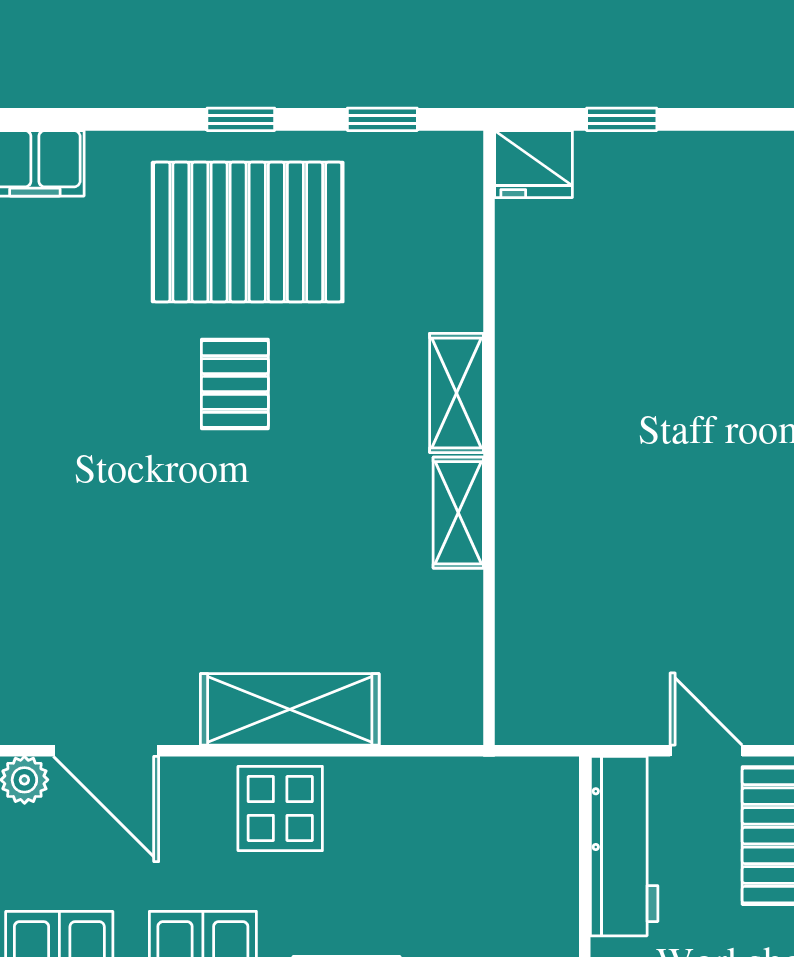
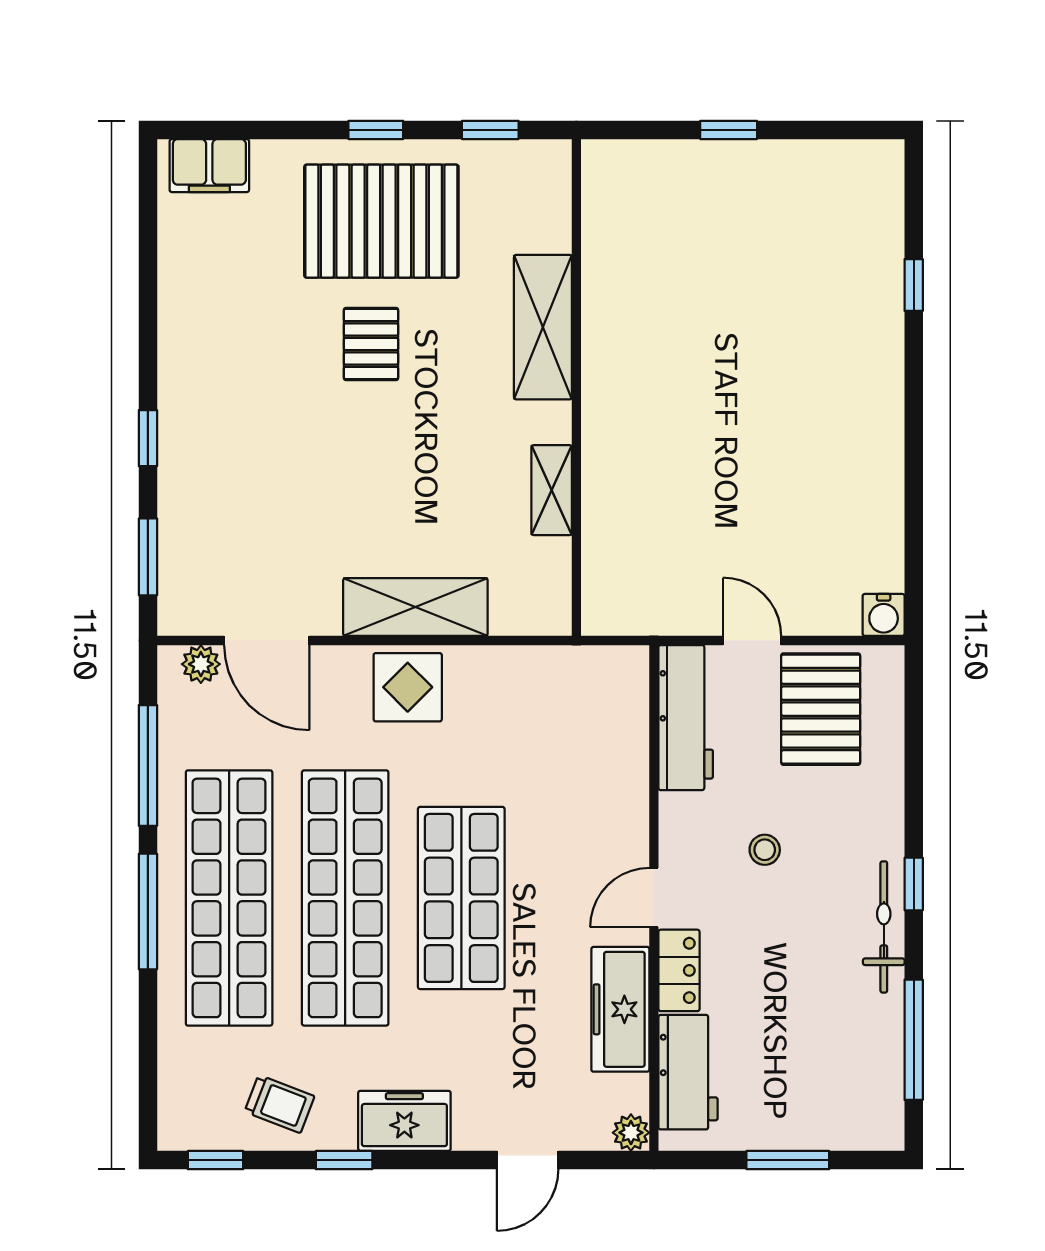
window: (622, 119) -> (729, 130), moved
fridge: (533, 164) -> (612, 166), removed
shelving: (456, 393) -> (543, 327), width x1.50, depth x1.33
shelving: (458, 513) -> (552, 490), moved

